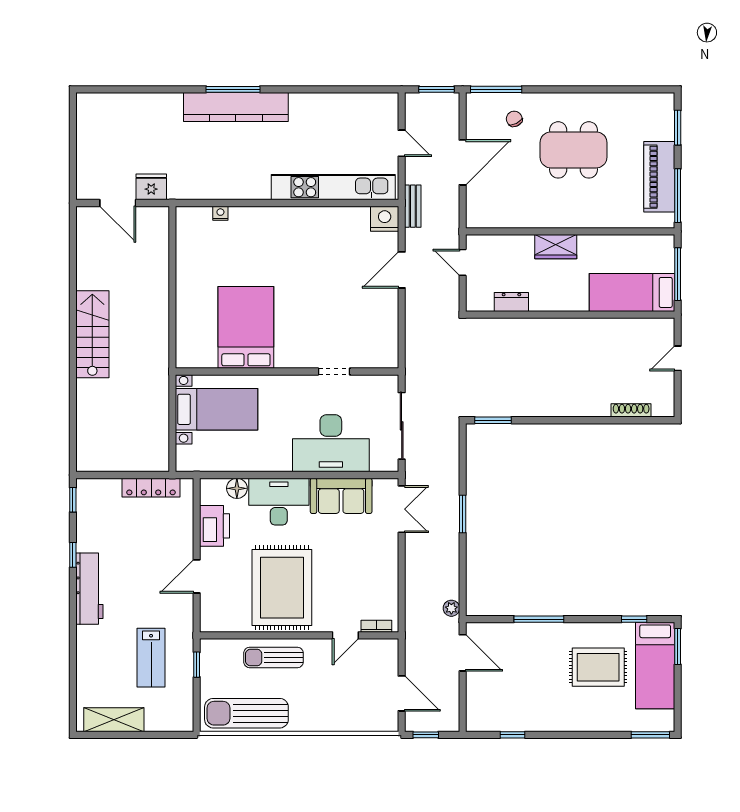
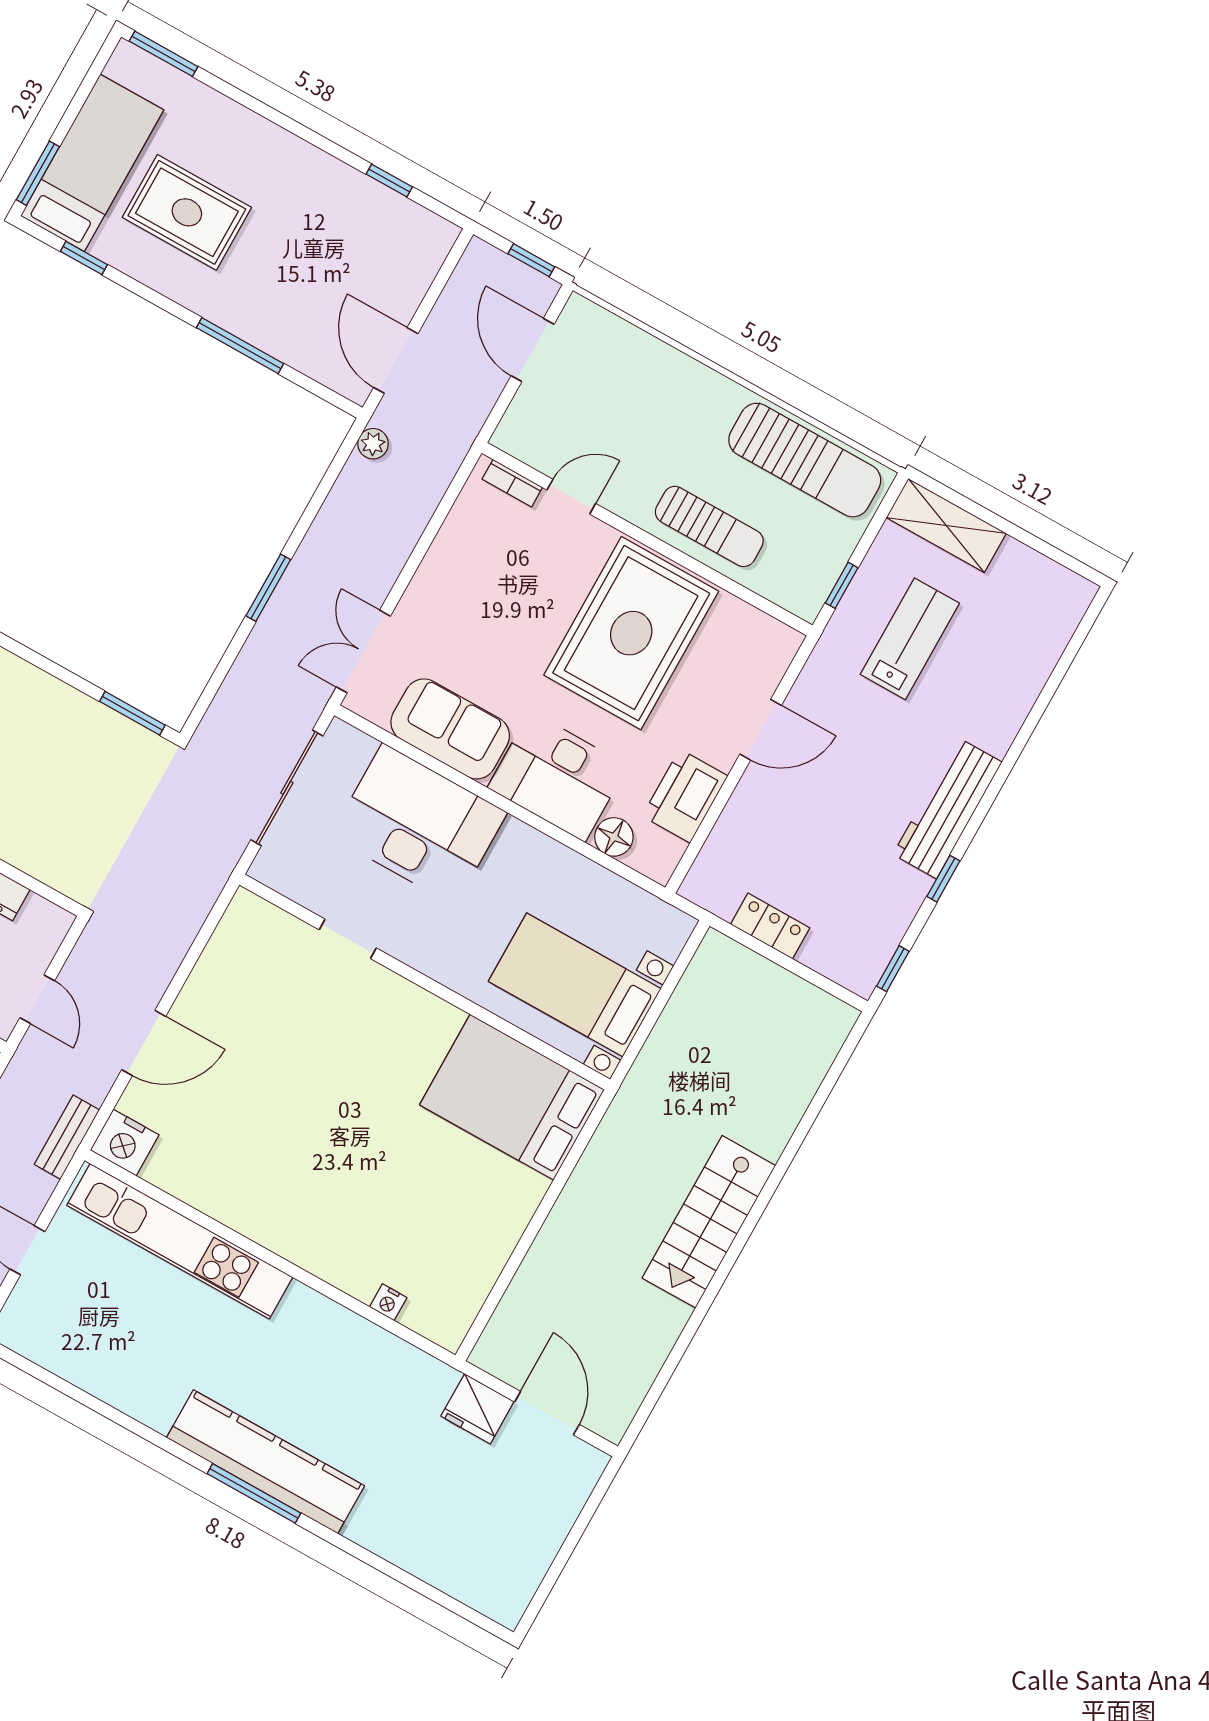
bed: (246, 327) -> (512, 1097), moved, turned 90
locker: (151, 488) -> (770, 926), width x0.66
shelving: (114, 720) -> (946, 525), moved

